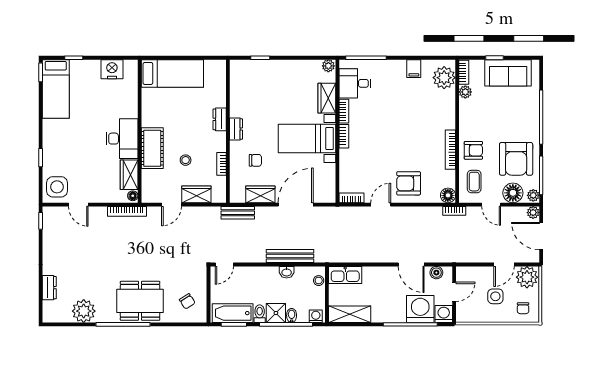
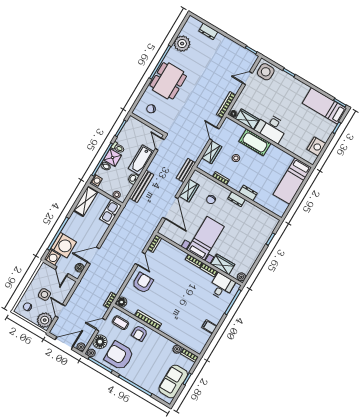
plant: (444, 78) -> (193, 342), removed
bathtub: (233, 313) -> (141, 160), moved, turned 180

